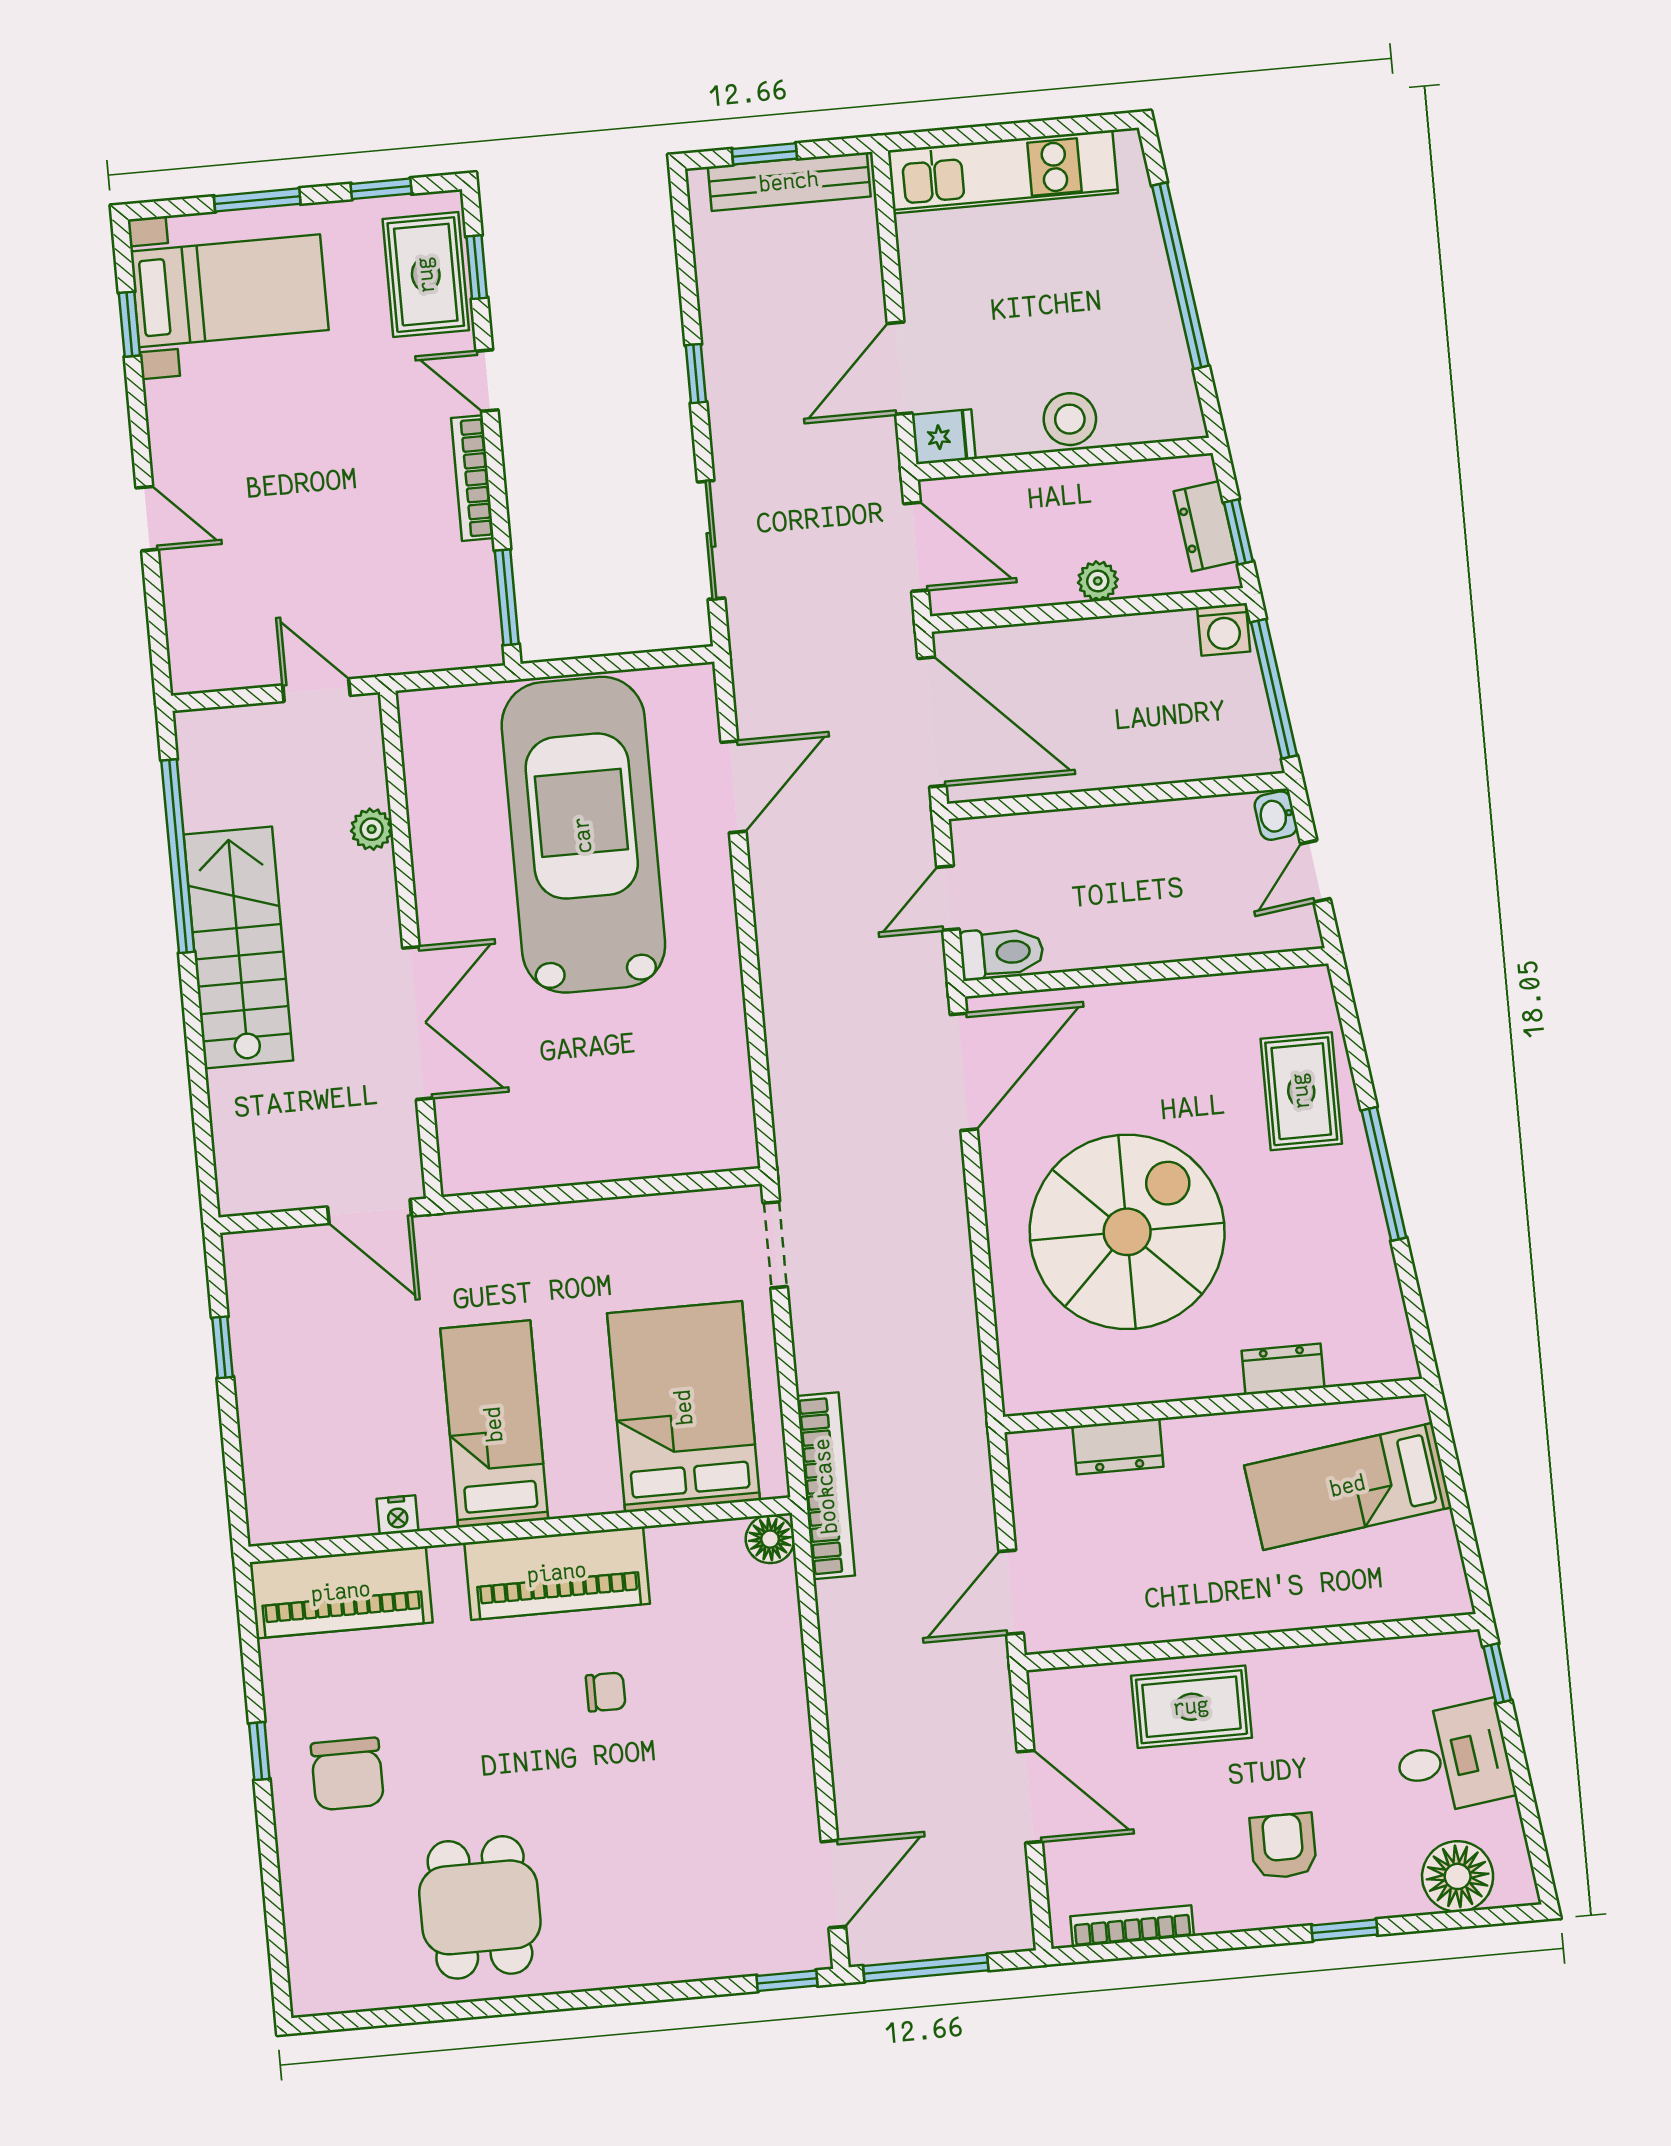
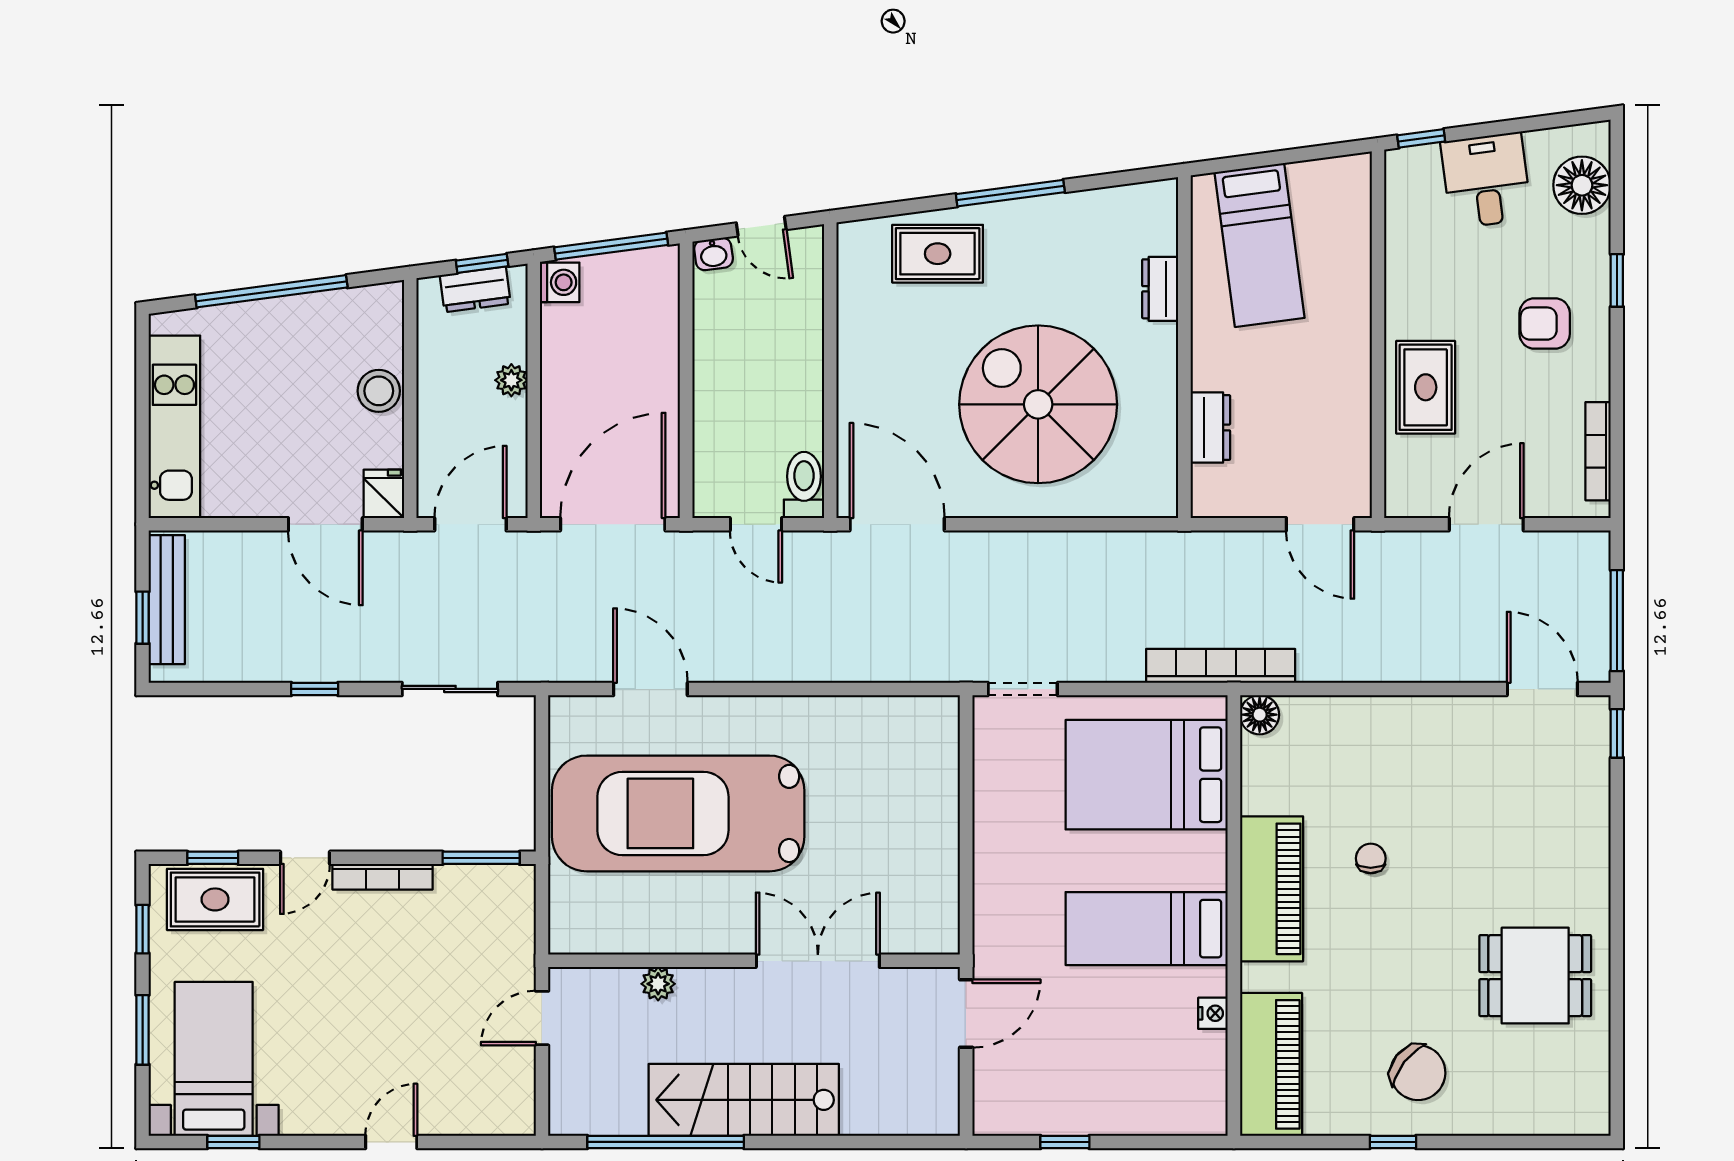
chair: (347, 1774) -> (1418, 1073), turned 38

